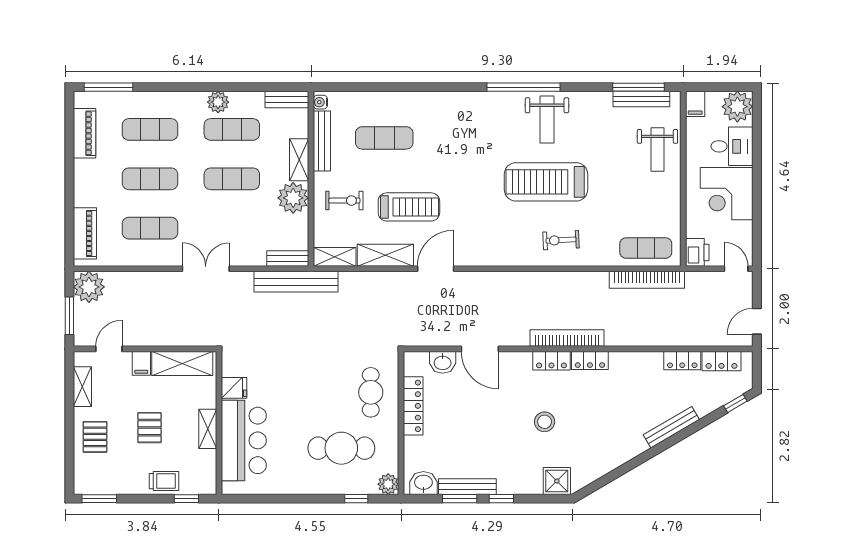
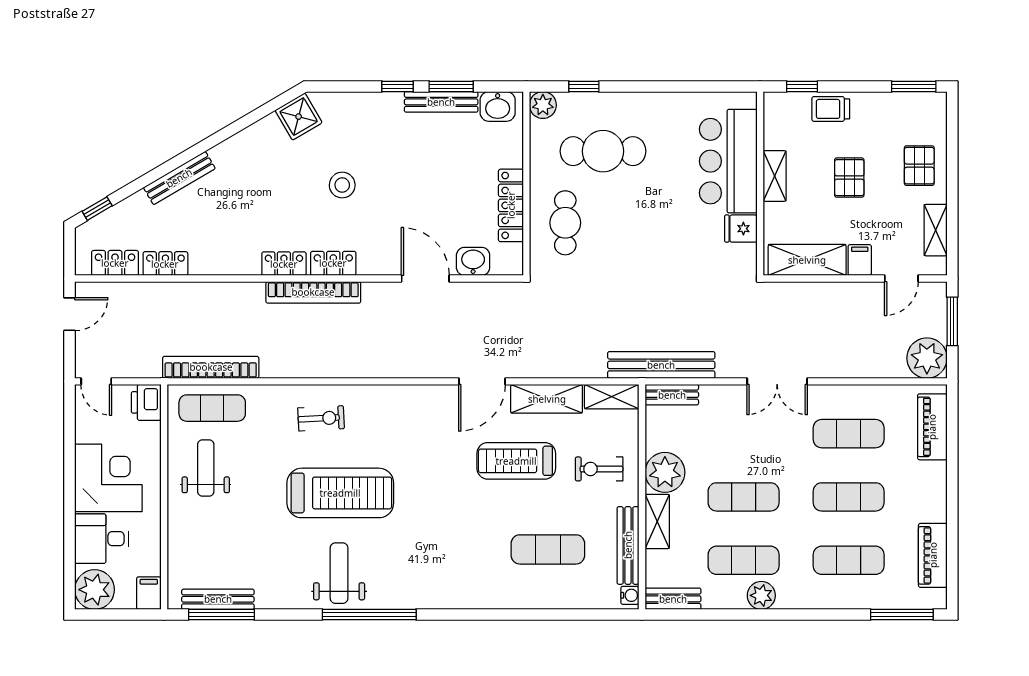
weight bench: (657, 150) -> (206, 468), moved
shower: (557, 481) -> (299, 117), moved, turned -30

